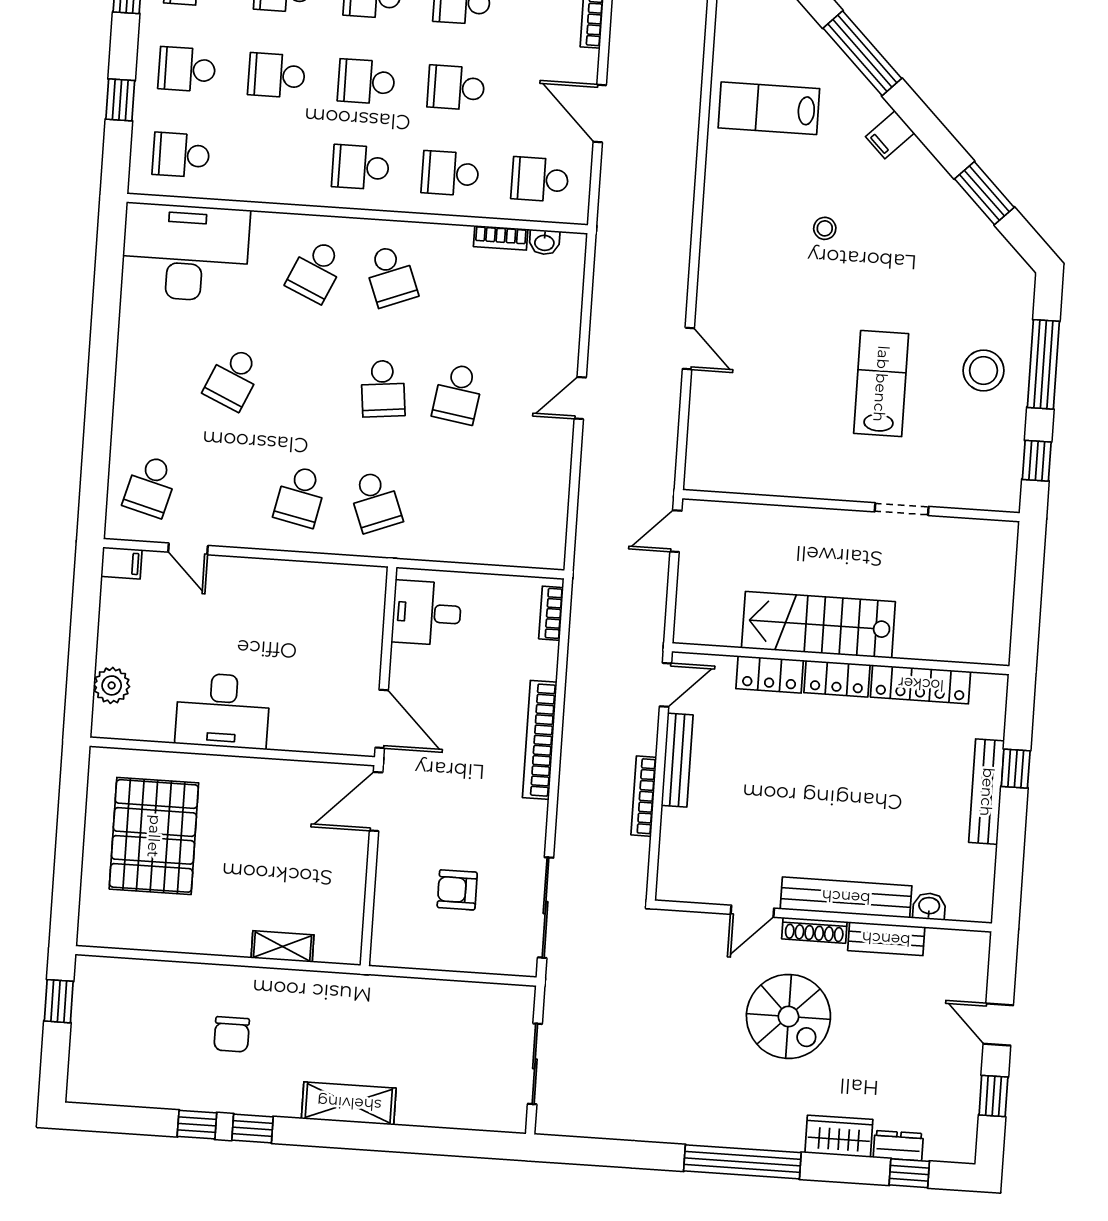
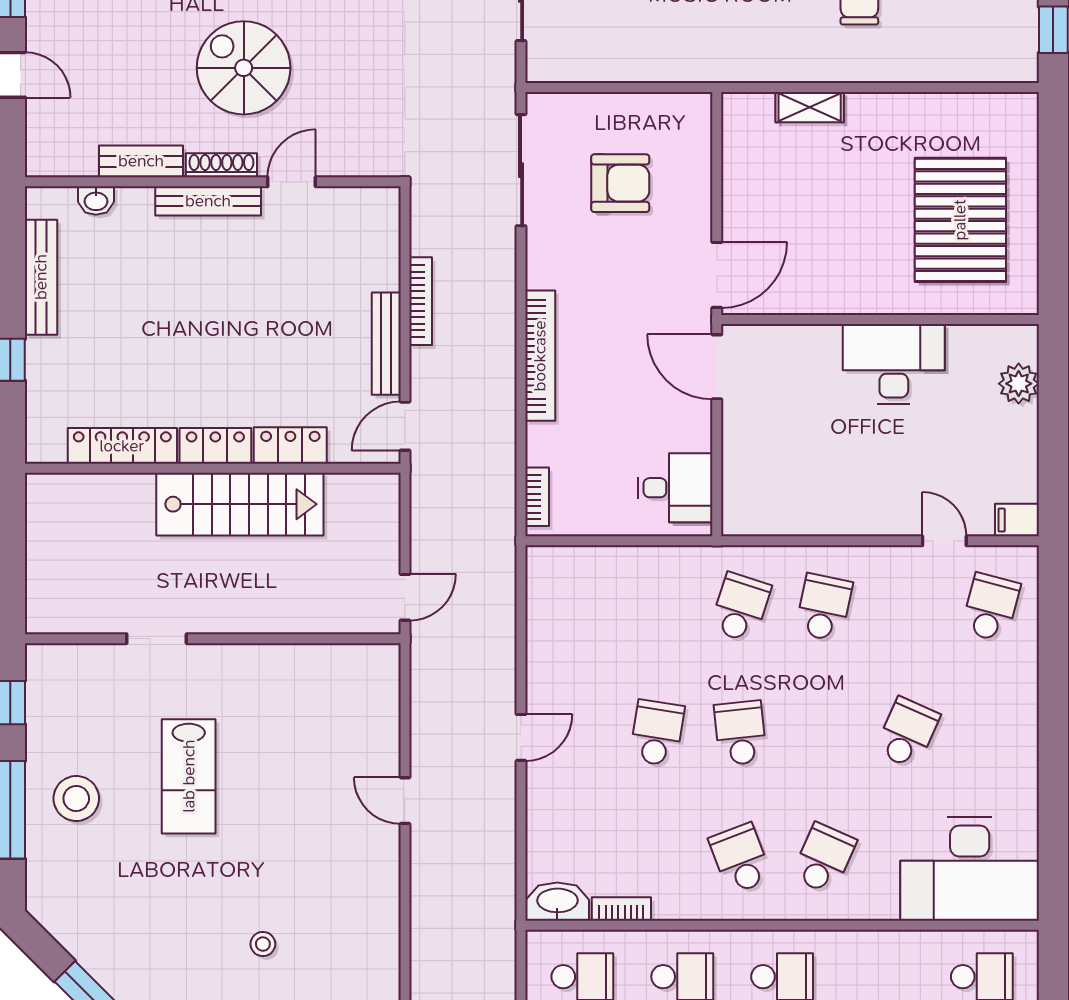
washbasin: (544, 242) -> (557, 902), width x1.91, depth x1.45
school desk: (375, 501) -> (740, 607), turned 39
bench: (987, 792) -> (41, 277), moved
armchair: (457, 890) -> (620, 183), width x1.38, depth x1.38
bench: (846, 897) -> (208, 201), width x0.73, depth x0.82

